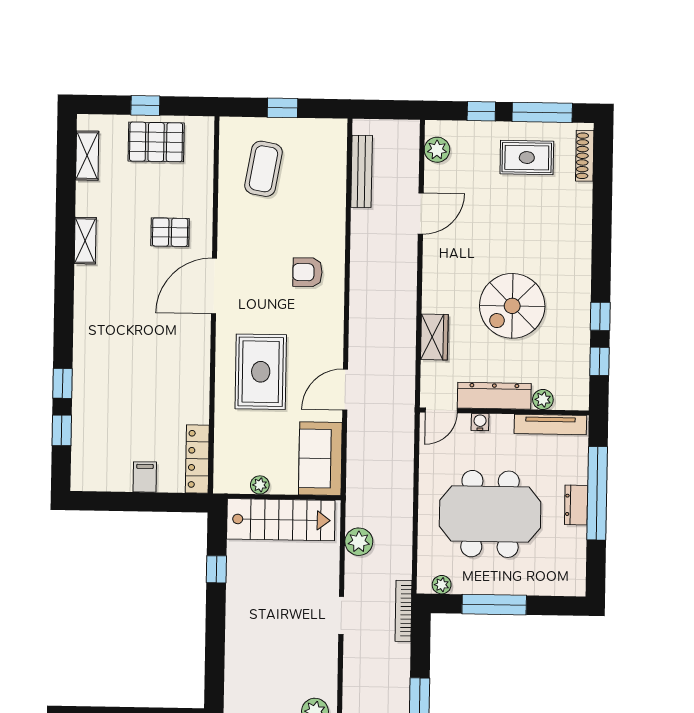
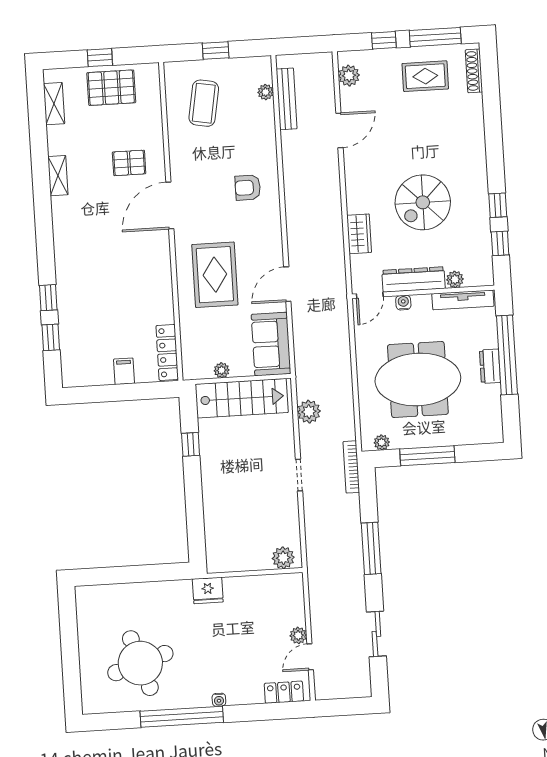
plant: (337, 161) -> (266, 92), added

